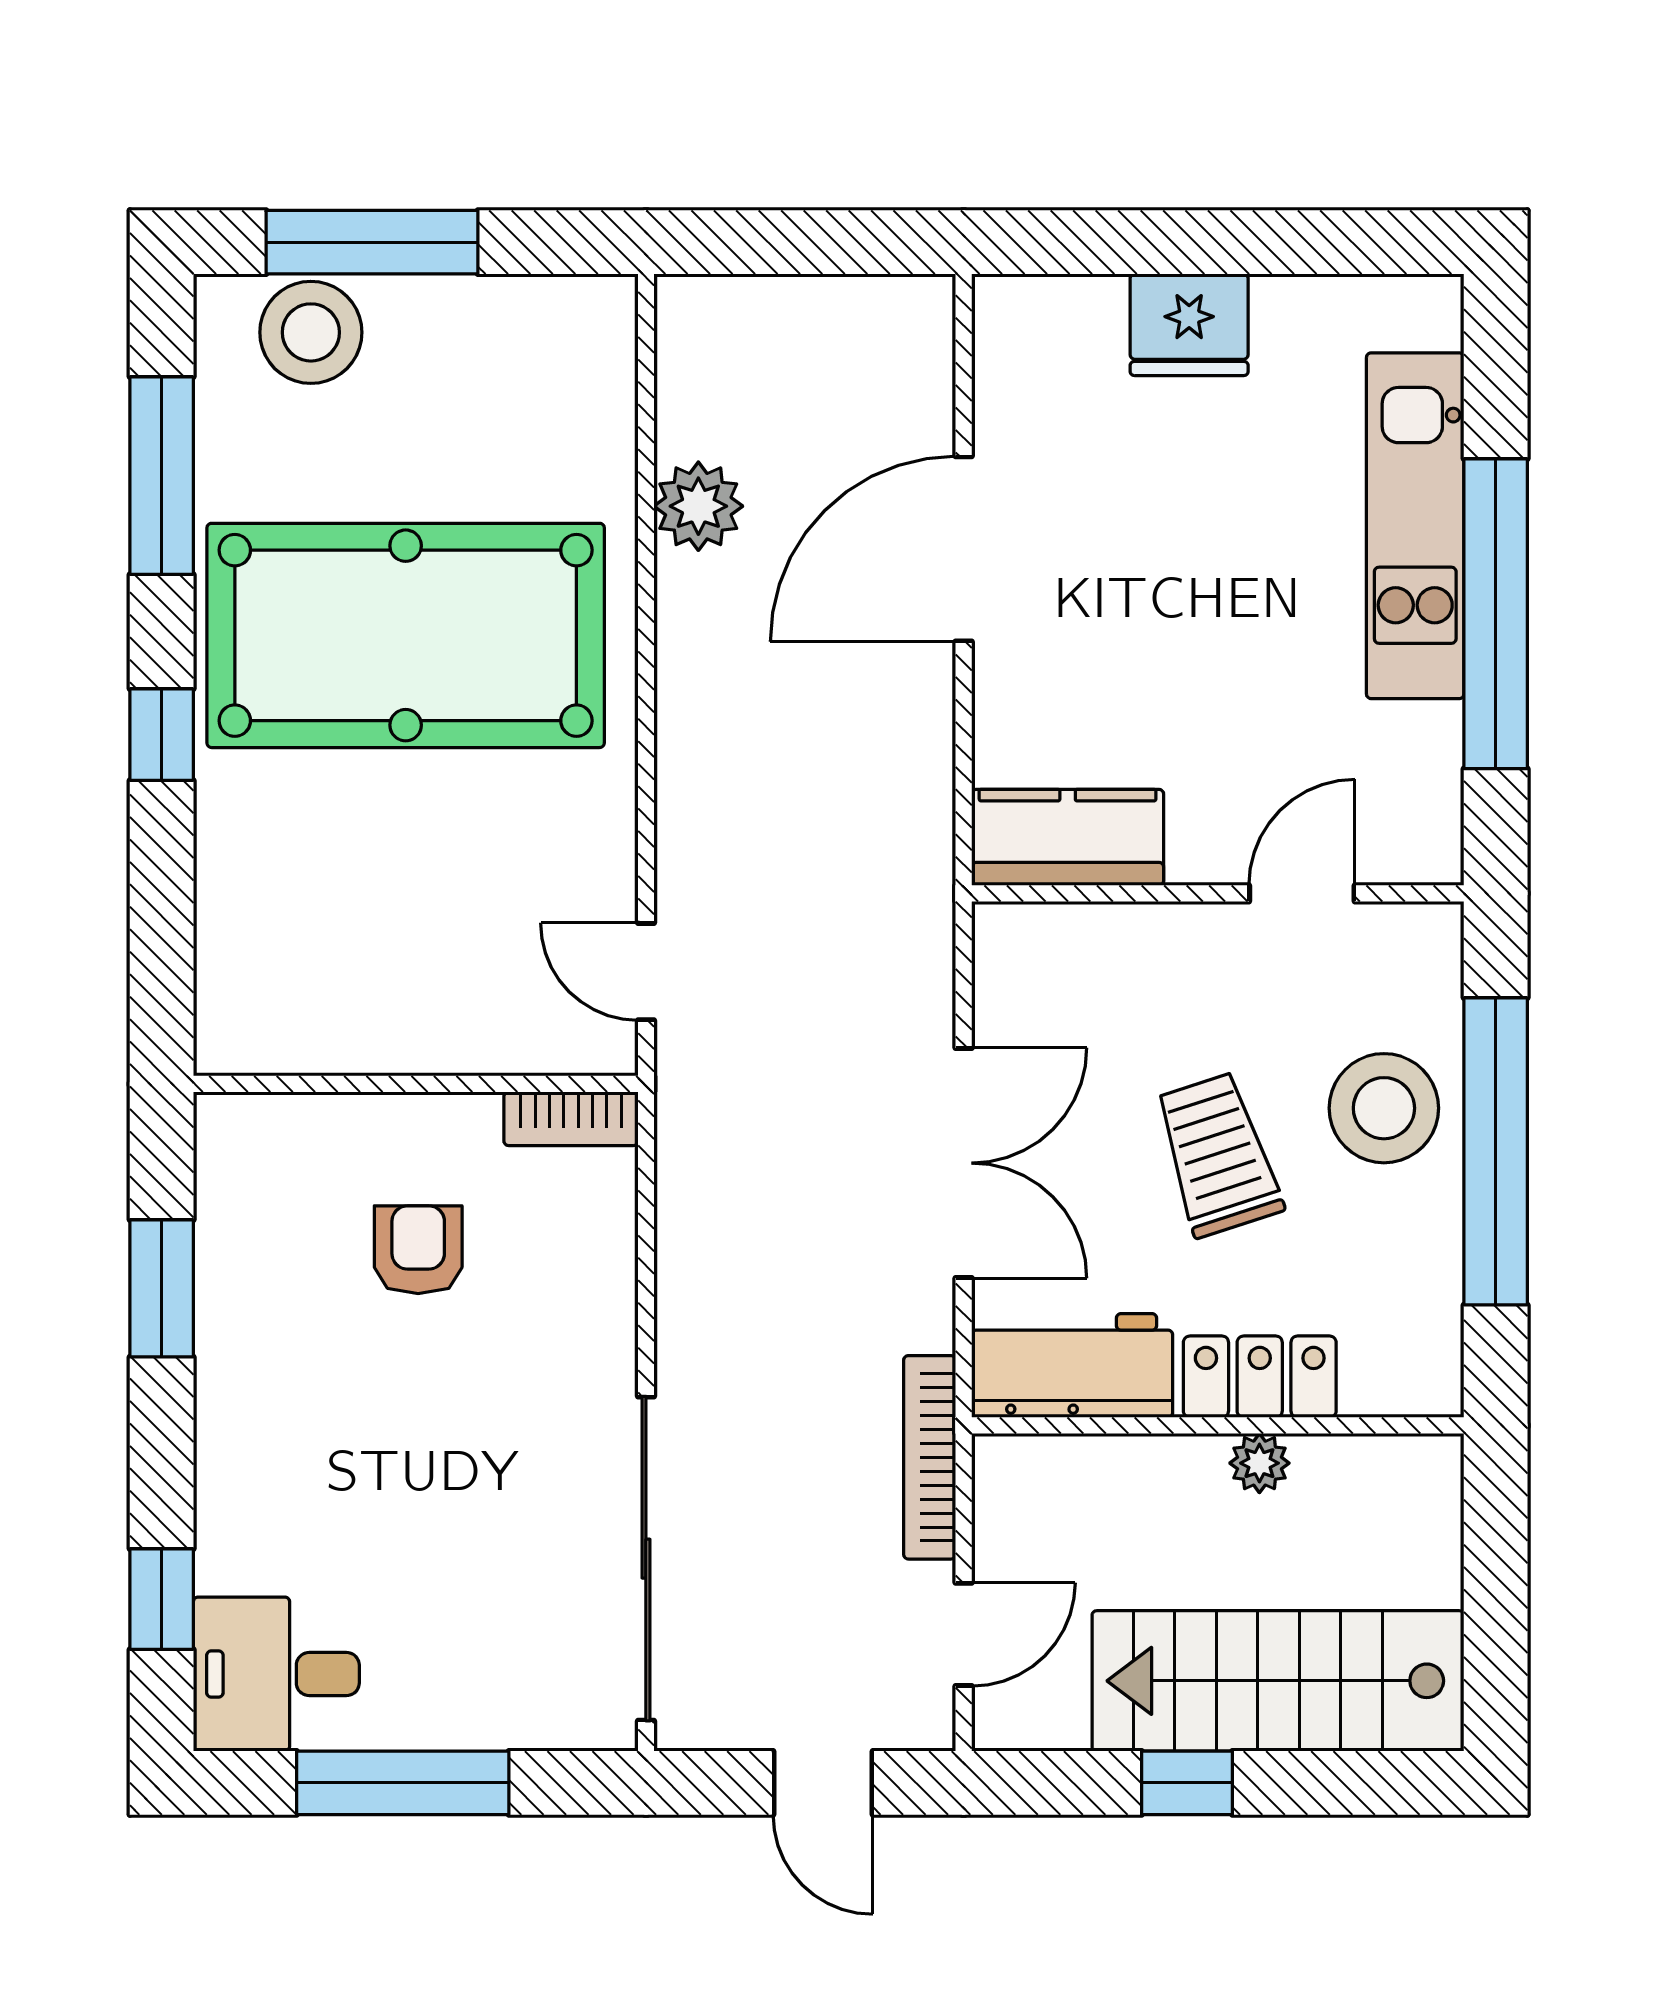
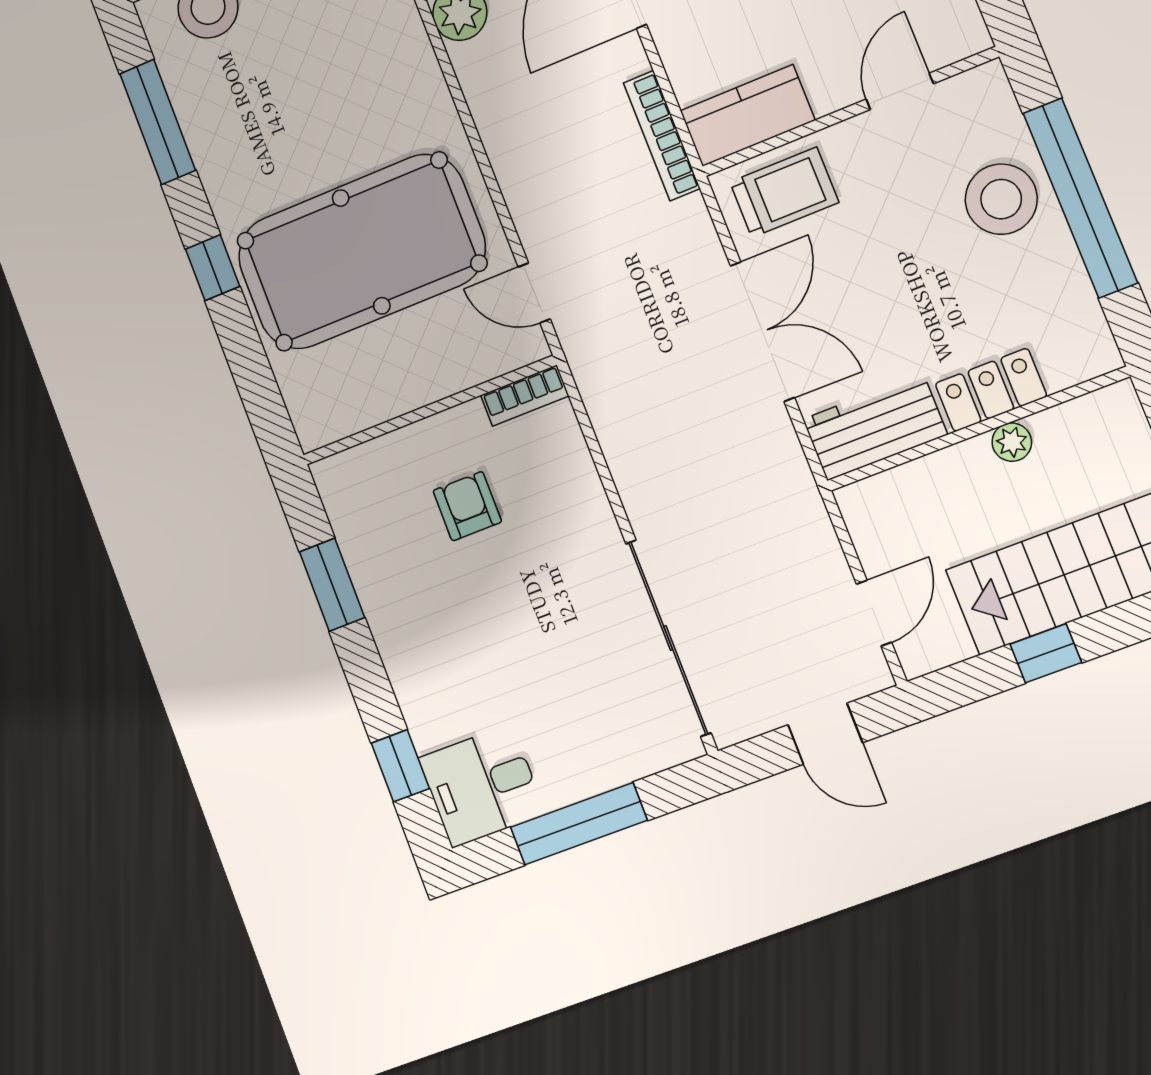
pool table: (406, 635) -> (361, 252), moved
trolley: (1218, 1155) -> (784, 192), moved, turned 108
bookcase: (930, 1457) -> (662, 136), moved

